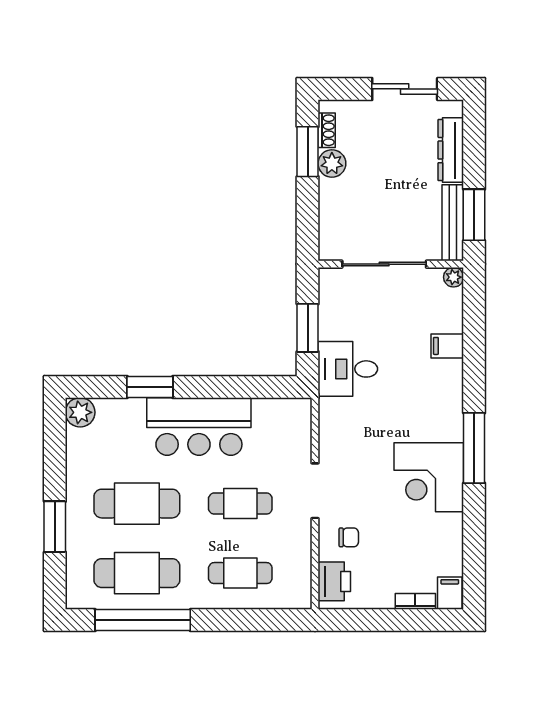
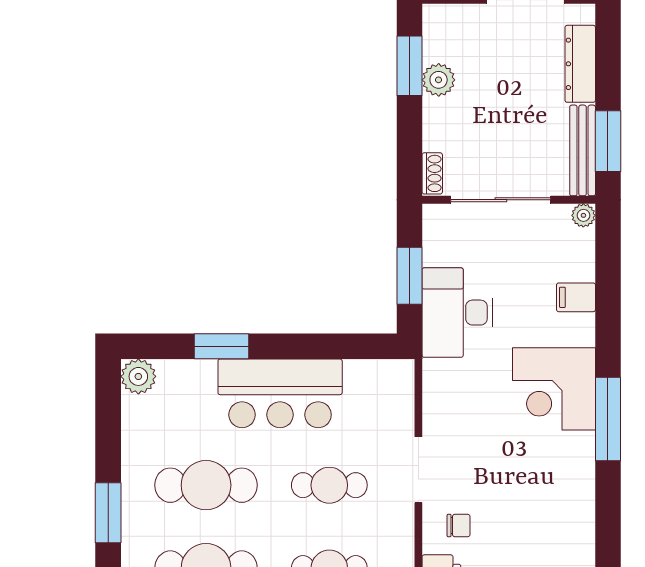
shoe rack: (327, 130) -> (432, 173), moved
desk: (348, 369) -> (457, 313), width x1.37
corner desk: (429, 477) -> (554, 389), moved

